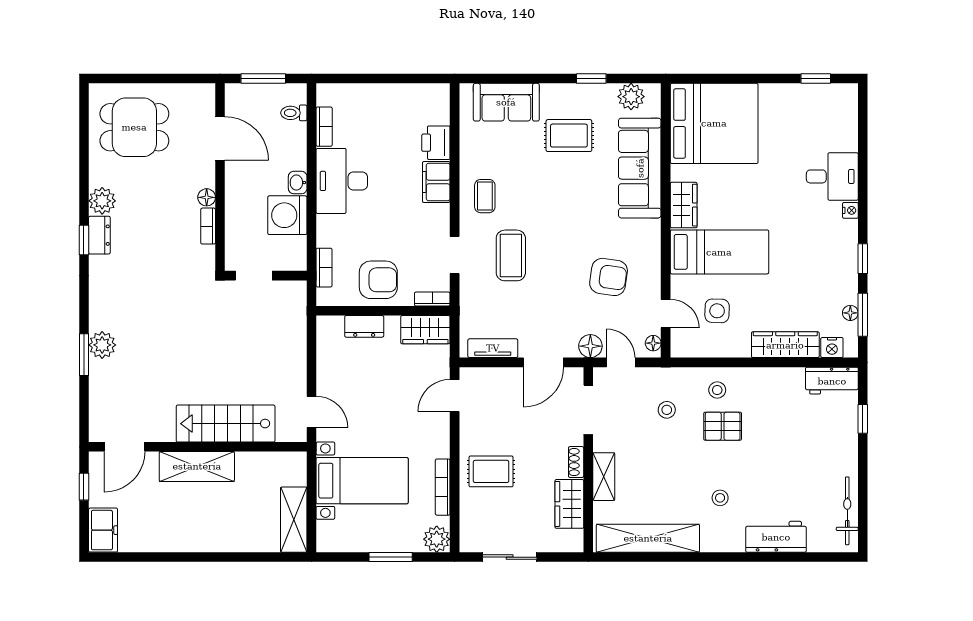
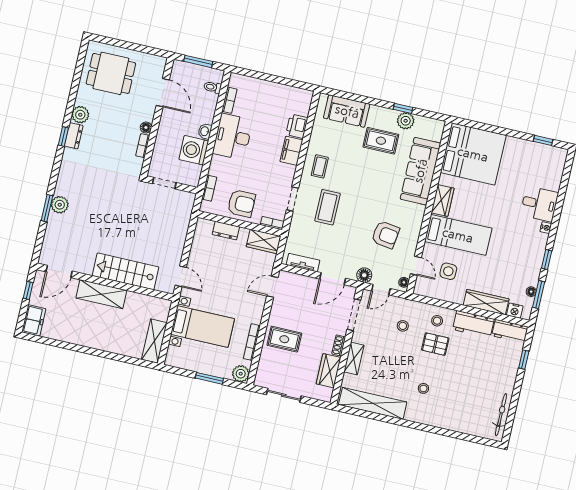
plant: (631, 97) -> (406, 121), moved
door: (621, 362) -> (381, 290), swing flipped
workbench: (776, 537) -> (473, 324), moved, turned 180

